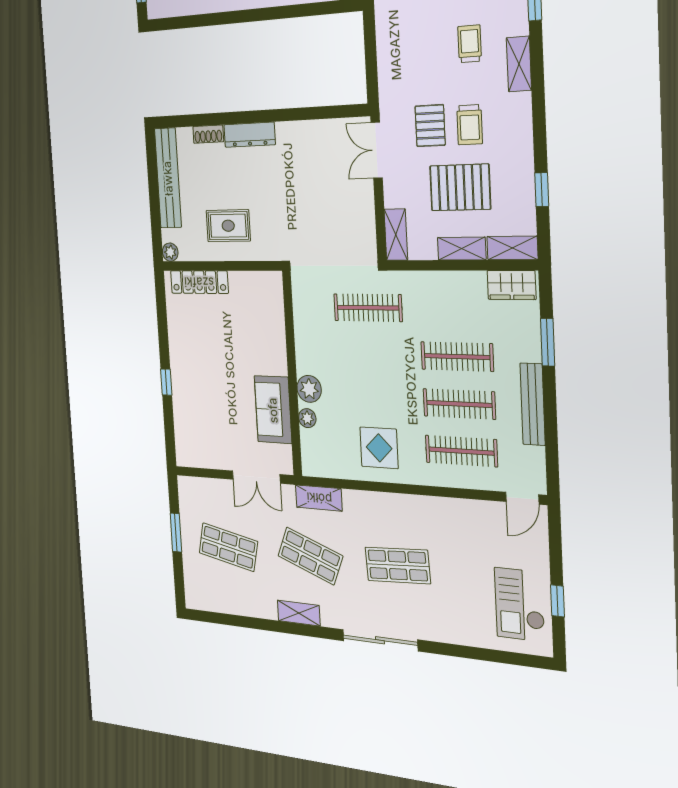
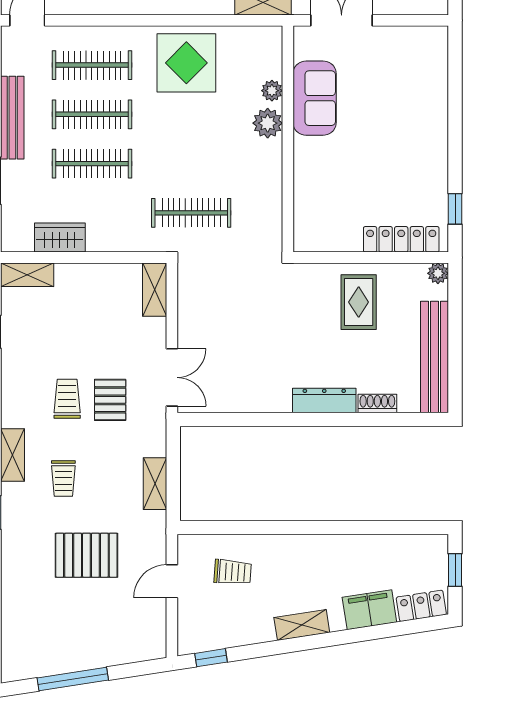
pallet: (460, 187) -> (80, 336), removed
rug: (228, 226) -> (359, 302), turned 90
shelving: (462, 249) -> (155, 484), moved, turned 90
wardrobe: (511, 285) -> (60, 238), moved
window: (166, 382) -> (455, 209), moved
display table: (379, 448) -> (186, 63), width x1.36, depth x1.36

